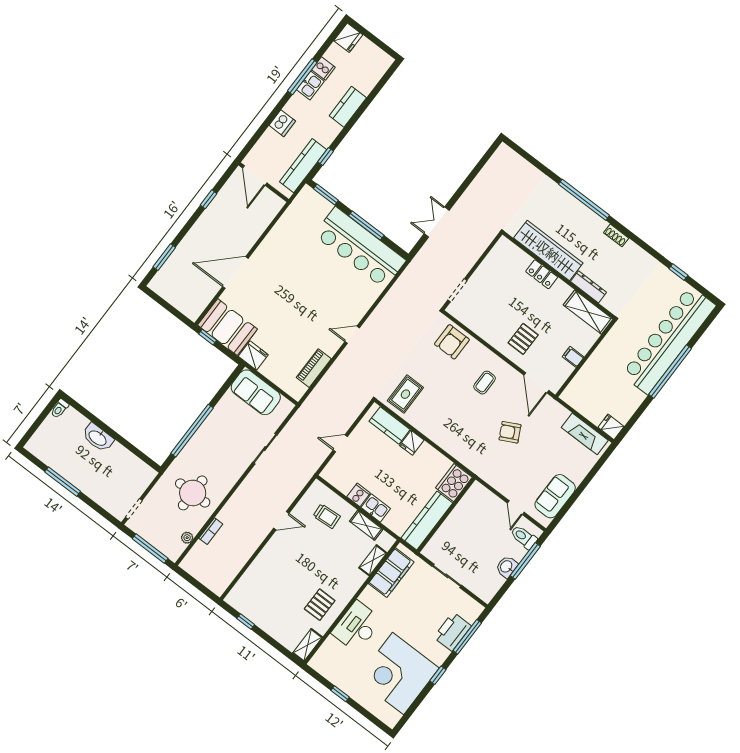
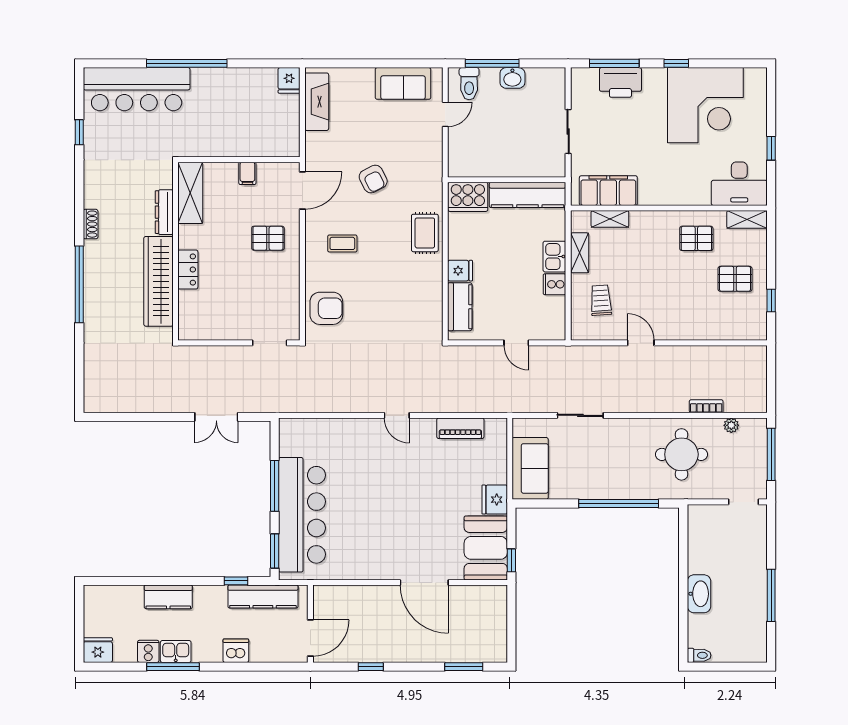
bar counter: (360, 248) -> (302, 515), moved
bar counter: (669, 340) -> (137, 89), width x0.73
rug: (405, 394) -> (425, 233), moved, turned 90
pallet: (276, 610) -> (735, 279), added
desk: (357, 626) -> (739, 184), moved

